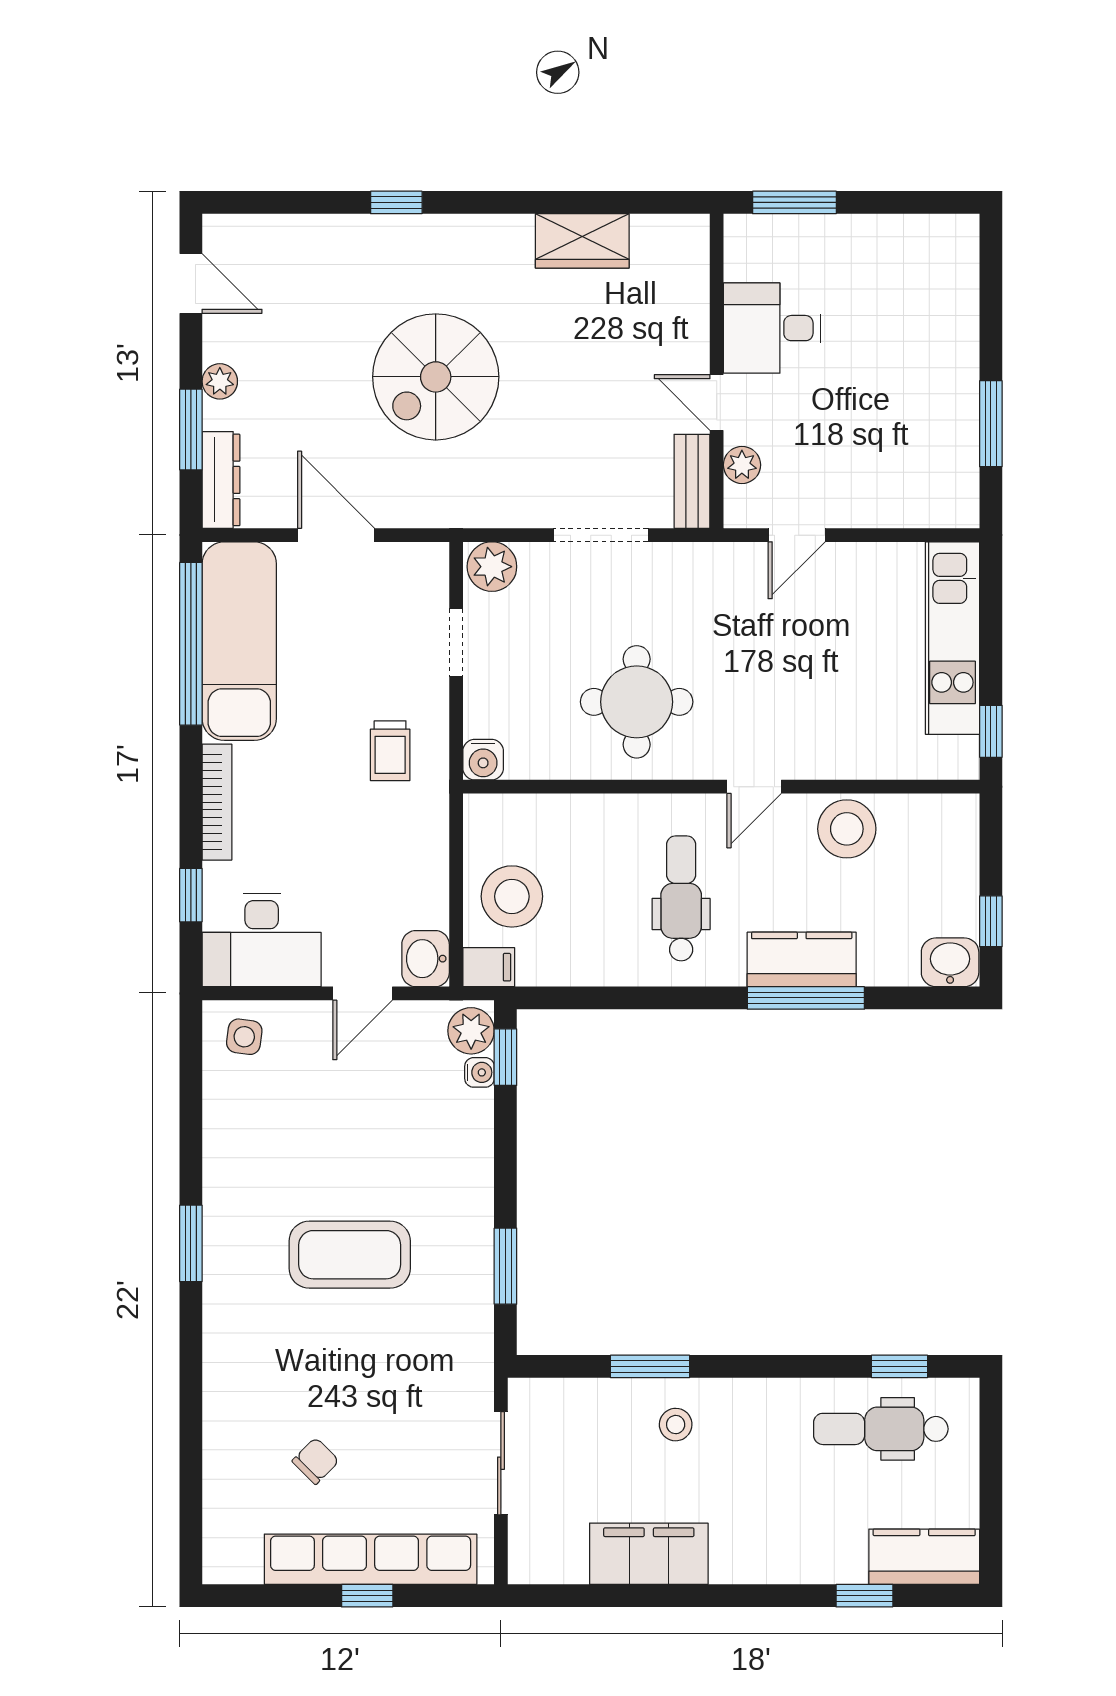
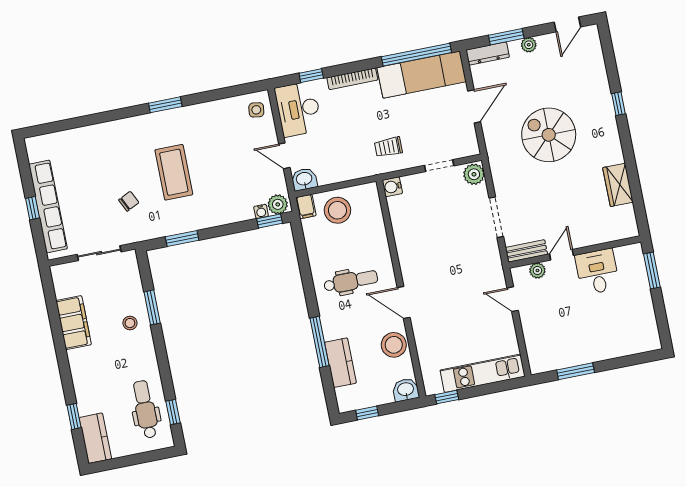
round table: (637, 702) -> (429, 246), removed
door: (754, 787) -> (404, 303), width x1.38
kitchen counter: (802, 959) -> (340, 363), moved
washbasin: (950, 962) -> (406, 390), moved, turned -90
chair: (316, 1461) -> (129, 201), moved, turned -71

